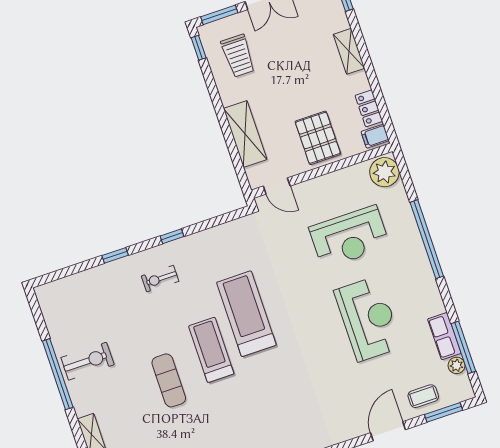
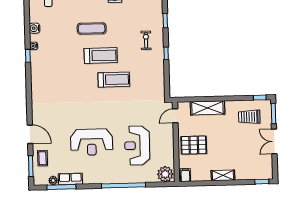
shelving: (349, 51) -> (223, 175), moved
locker: (369, 108) -> (201, 176), removed
treadmill: (246, 314) -> (114, 80), width x0.73, depth x0.73

